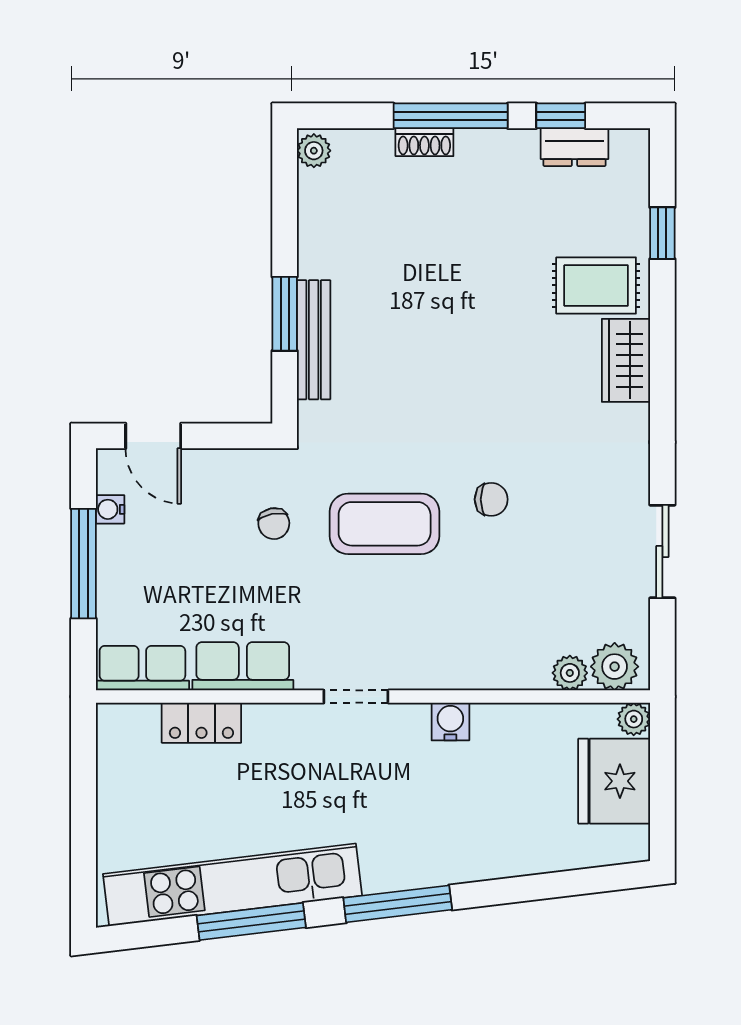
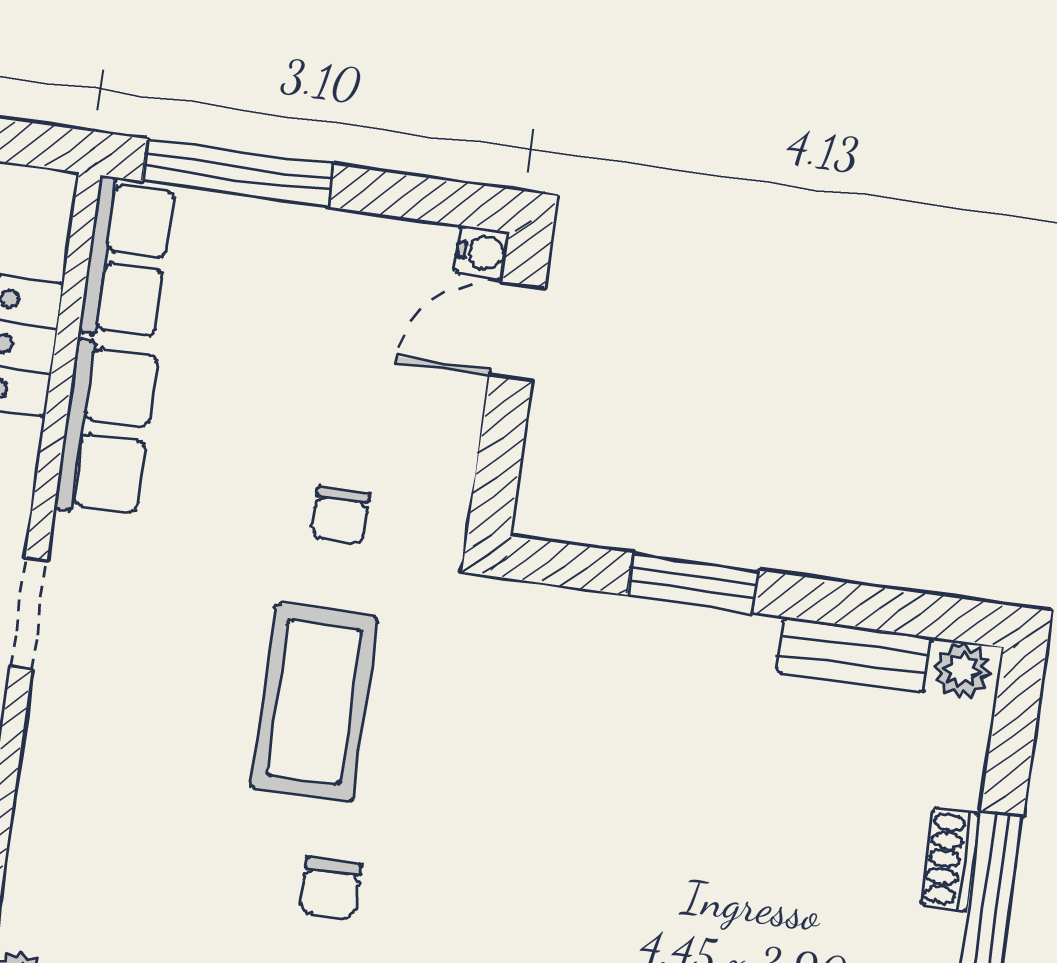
bench: (314, 340) -> (854, 655), moved, width x0.73
water cooler: (110, 509) -> (482, 253), moved, turned 90
chair: (274, 524) -> (340, 515), turned -79
window: (84, 564) -> (238, 173), moved

